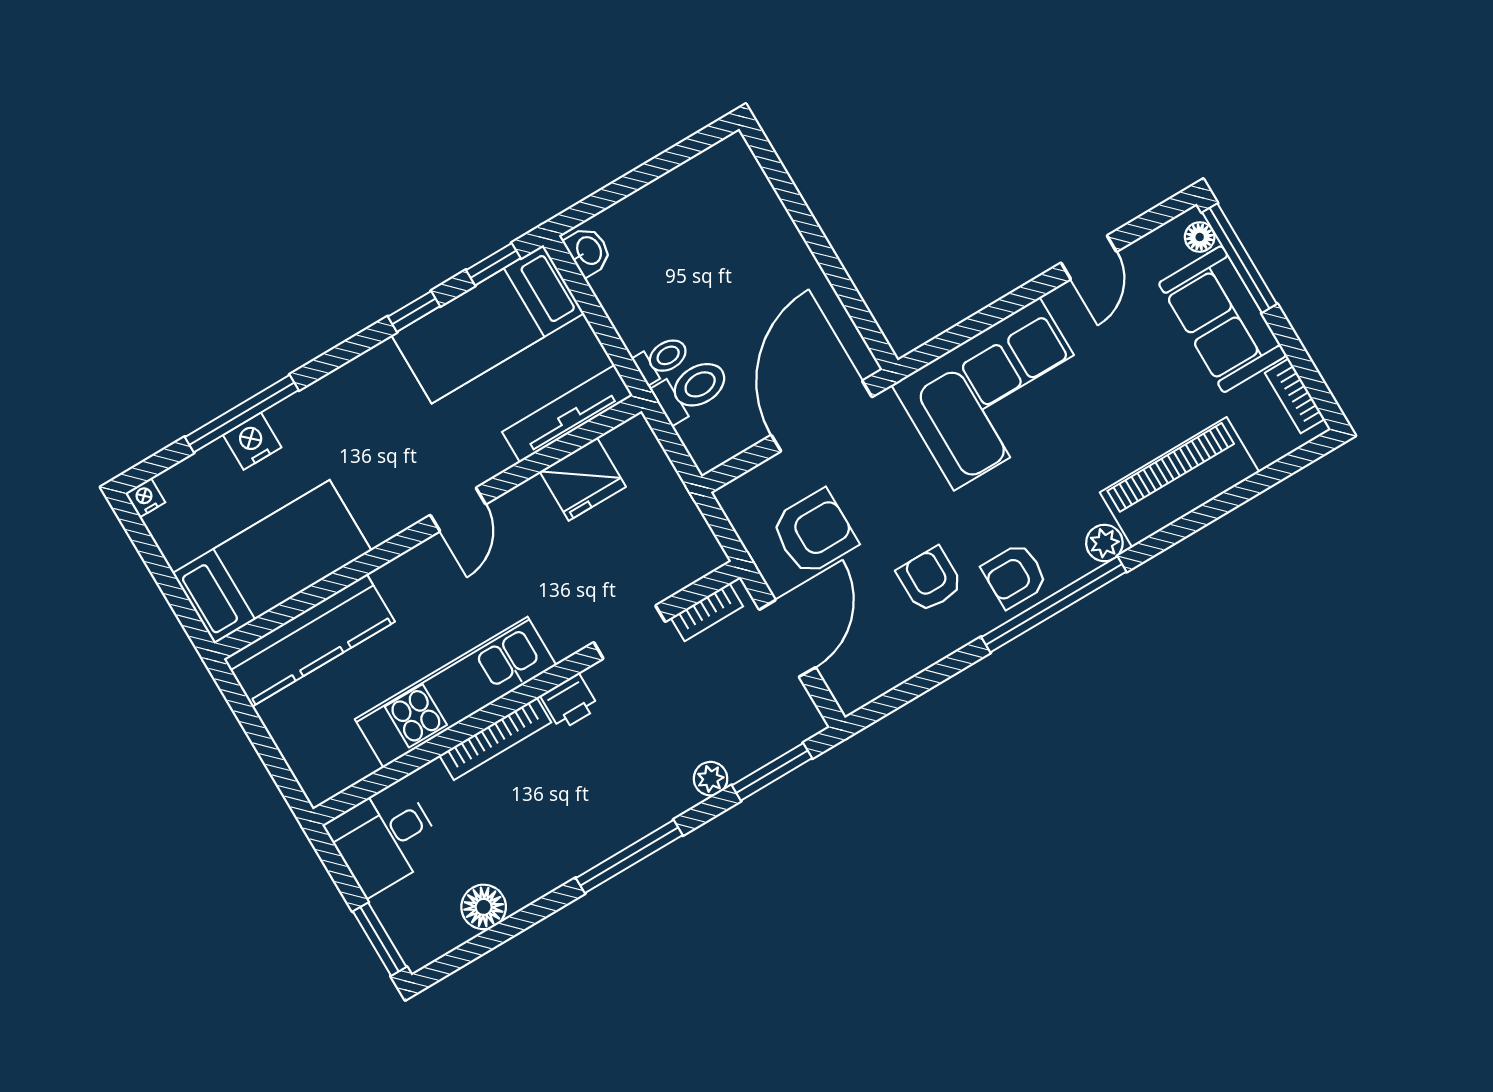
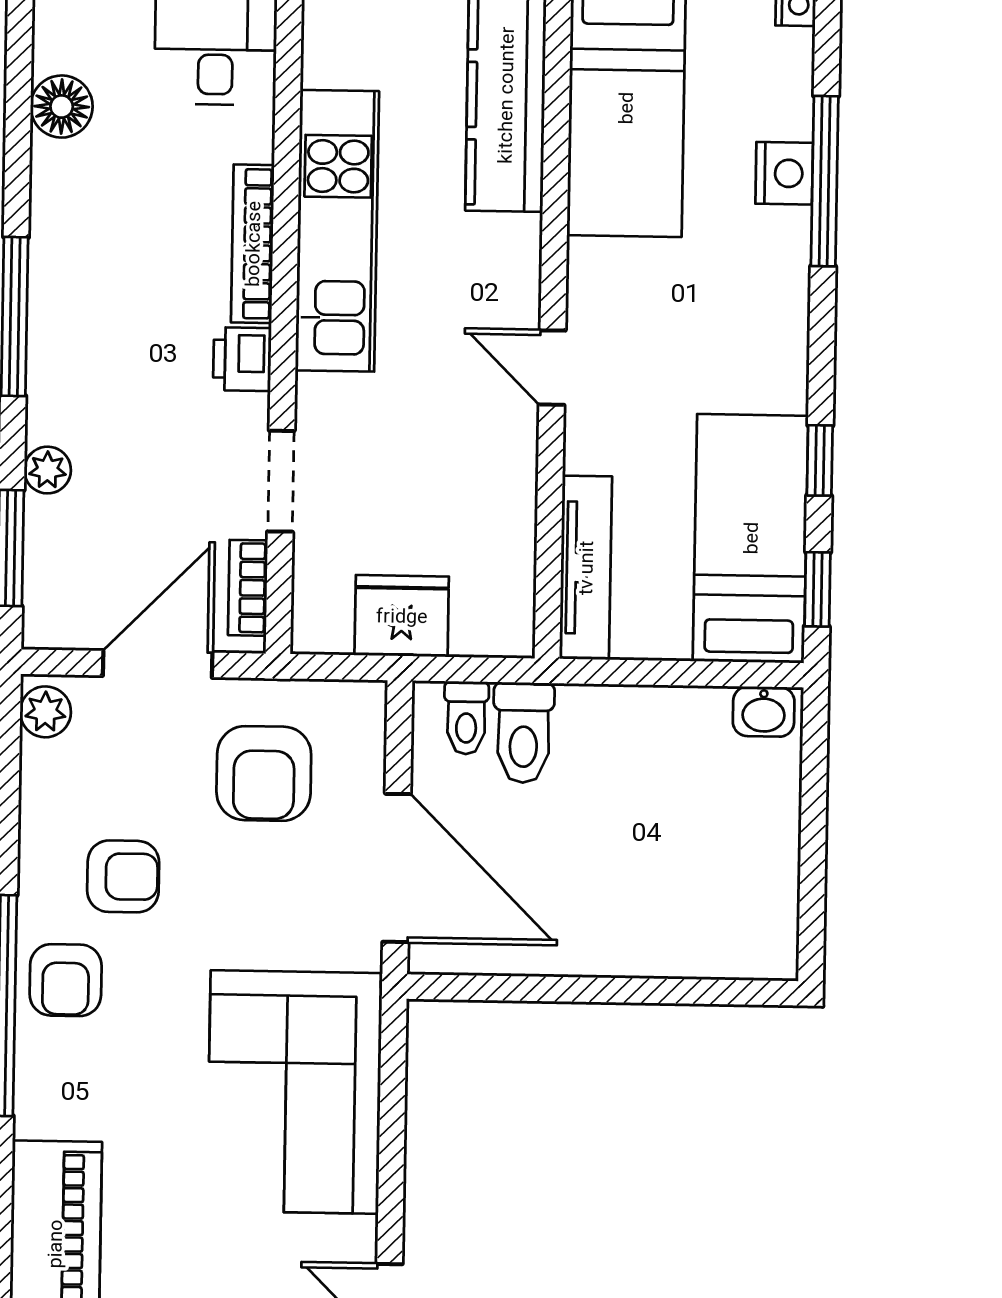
toilet: (662, 359) -> (466, 718), moved
fridge: (583, 479) -> (402, 616), moved, turned 90
plant: (1104, 543) -> (45, 712), moved
armchair: (1015, 576) -> (66, 980), turned 180
door: (787, 638) -> (158, 664), swing flipped

